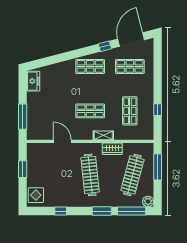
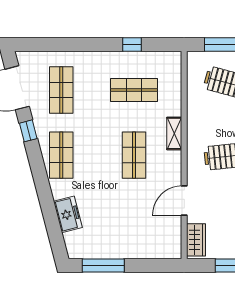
freezer: (33, 81) -> (68, 214), moved, turned 75
window: (23, 117) -> (103, 266), moved
wardrobe: (112, 149) -> (196, 240), moved

